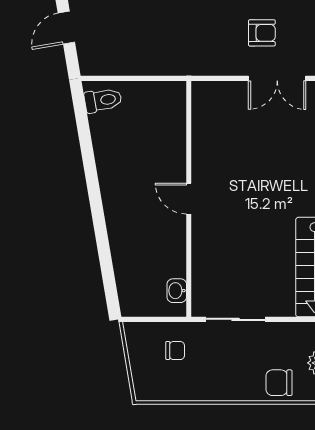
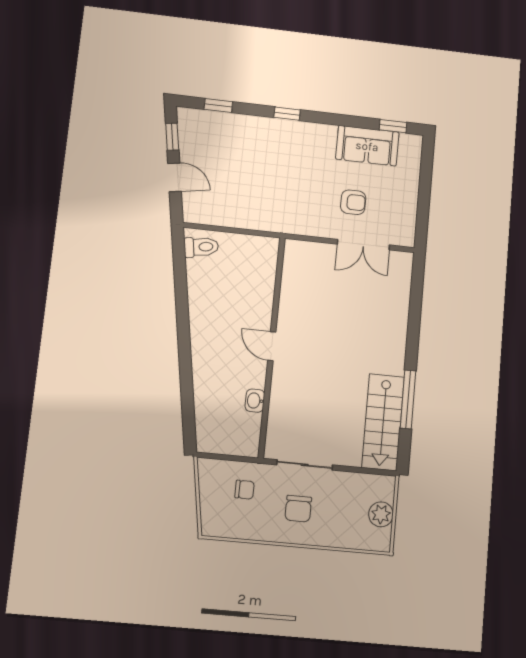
door: (66, 28) -> (174, 177), swing flipped
washbasin: (177, 291) -> (255, 401), moved
chair: (279, 383) -> (298, 509), moved, turned -90

